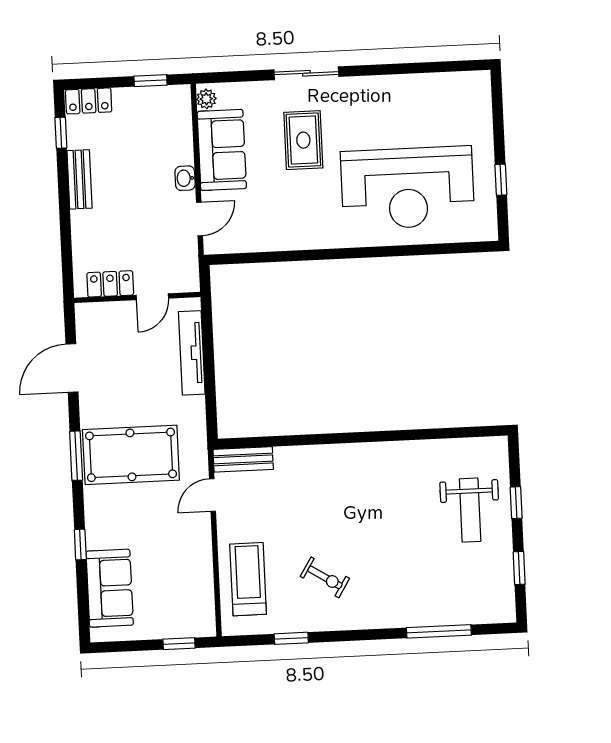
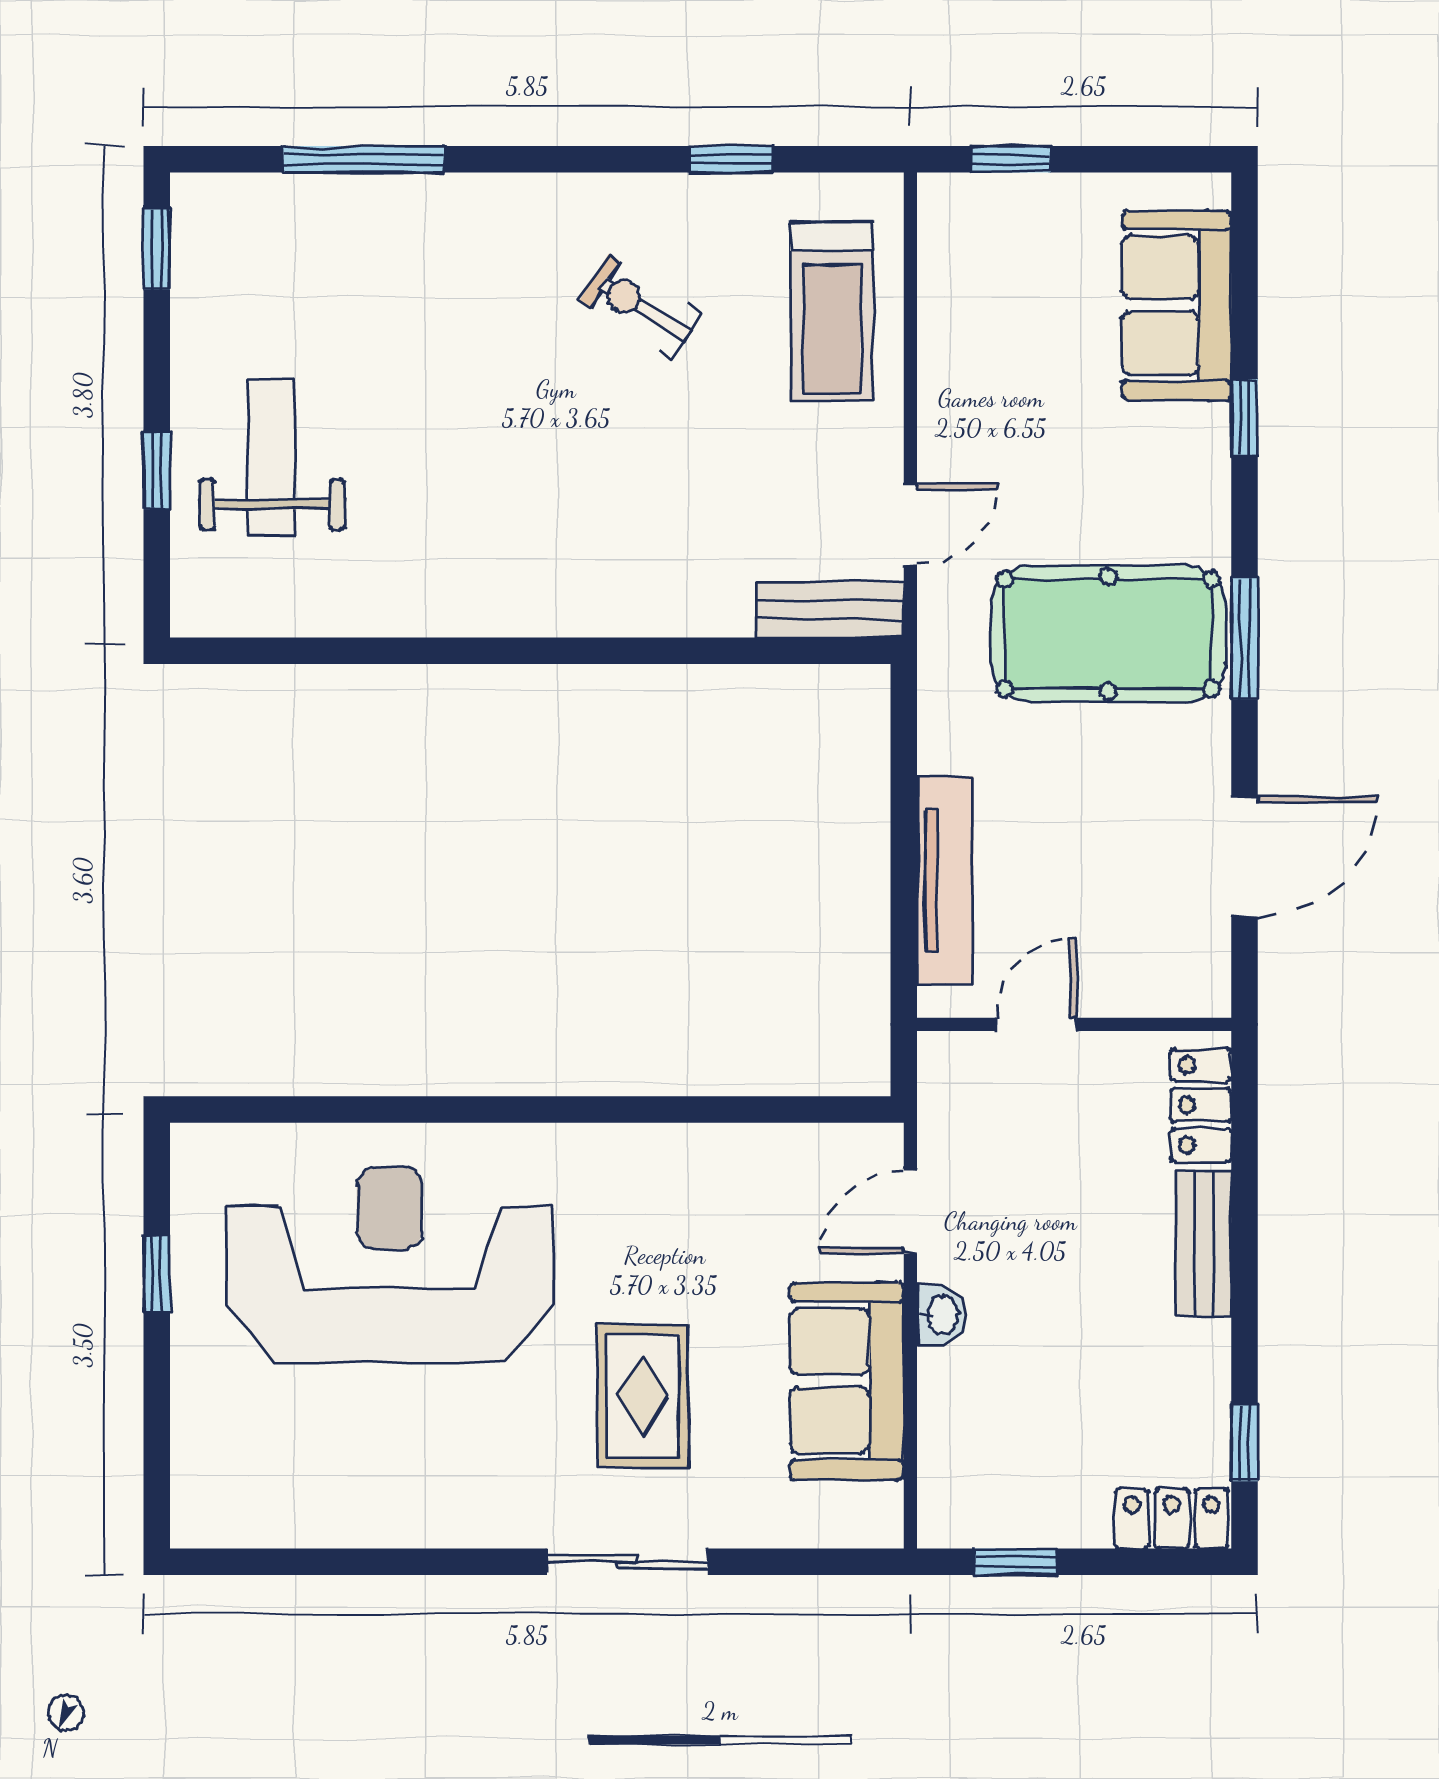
plant: (206, 99) -> (879, 1510), removed
bench: (80, 179) -> (1204, 1243), moved
locker: (110, 284) -> (1201, 1105), moved, turned 90
window: (519, 568) -> (157, 248), moved

